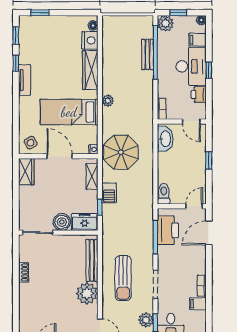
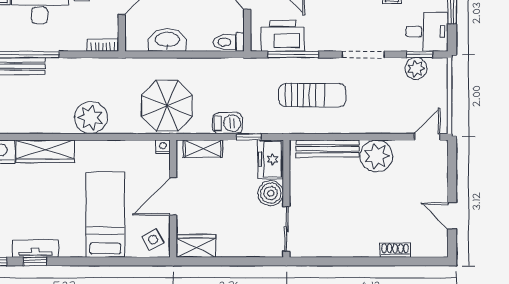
tv unit: (25, 80) -> (35, 248), moved
plant: (108, 101) -> (91, 118), width x1.88, depth x1.88
bed: (69, 112) -> (105, 215), moved, turned 180
washbasin: (165, 139) -> (167, 40), moved
shoe rack: (24, 272) -> (395, 250), moved
sun lounger: (123, 278) -> (312, 95), moved

